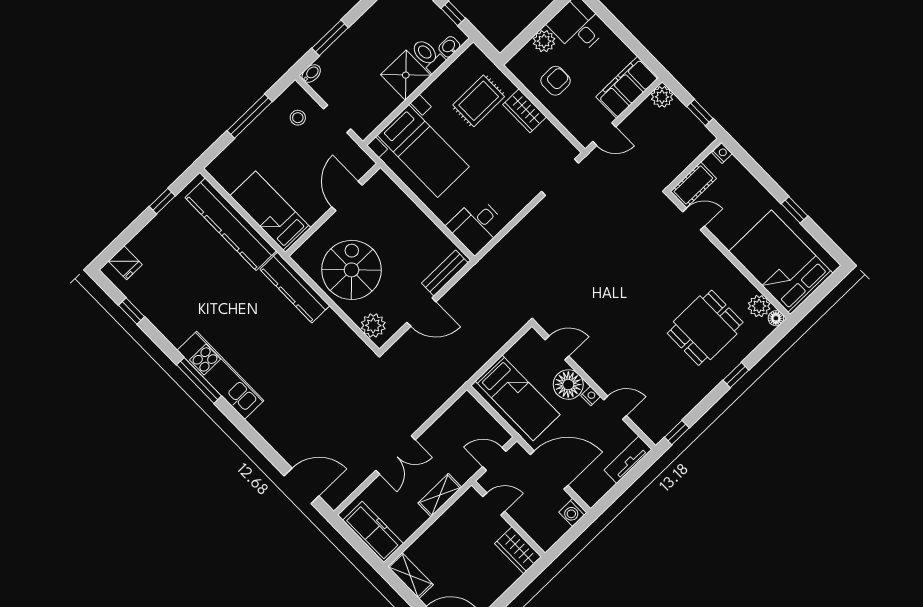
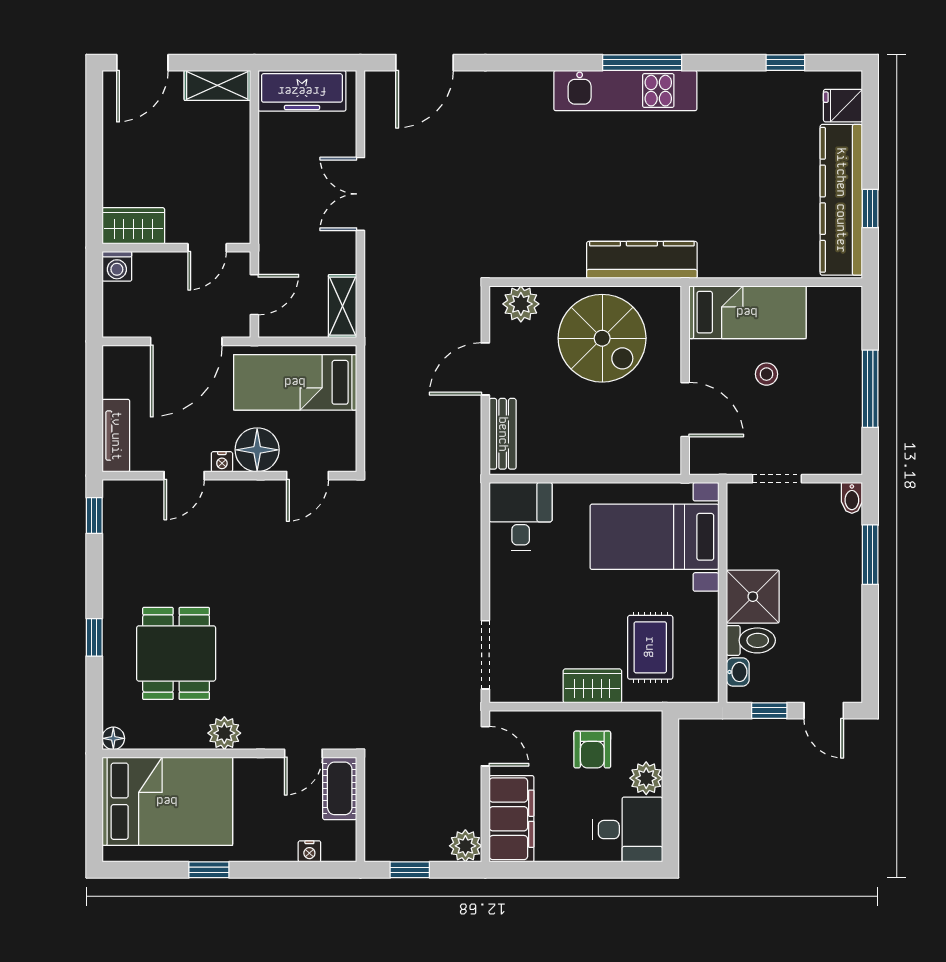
stool: (298, 118) -> (766, 374), moved
door: (604, 134) -> (485, 746), swing flipped
nightstand: (722, 153) -> (309, 851), moved
kitchen counter: (231, 224) -> (841, 200), moved, turned -90
plant: (759, 306) -> (224, 733), moved
shelving: (440, 495) -> (343, 306), moved
washing machine: (573, 512) -> (117, 266), moved, turned 180

